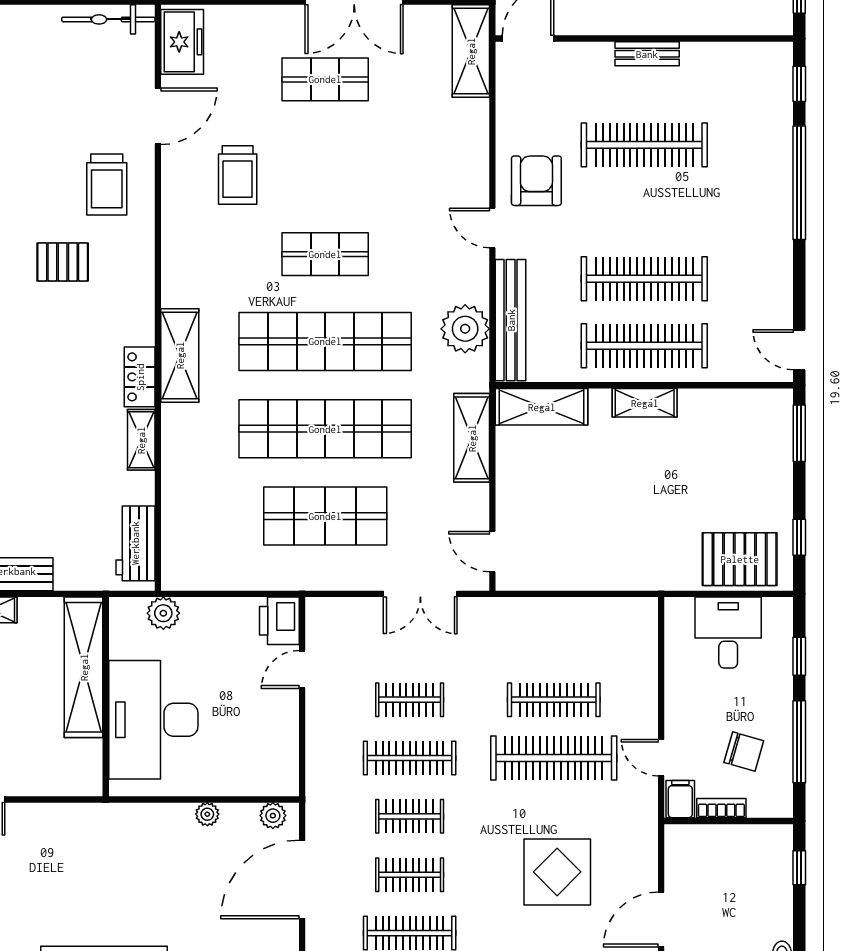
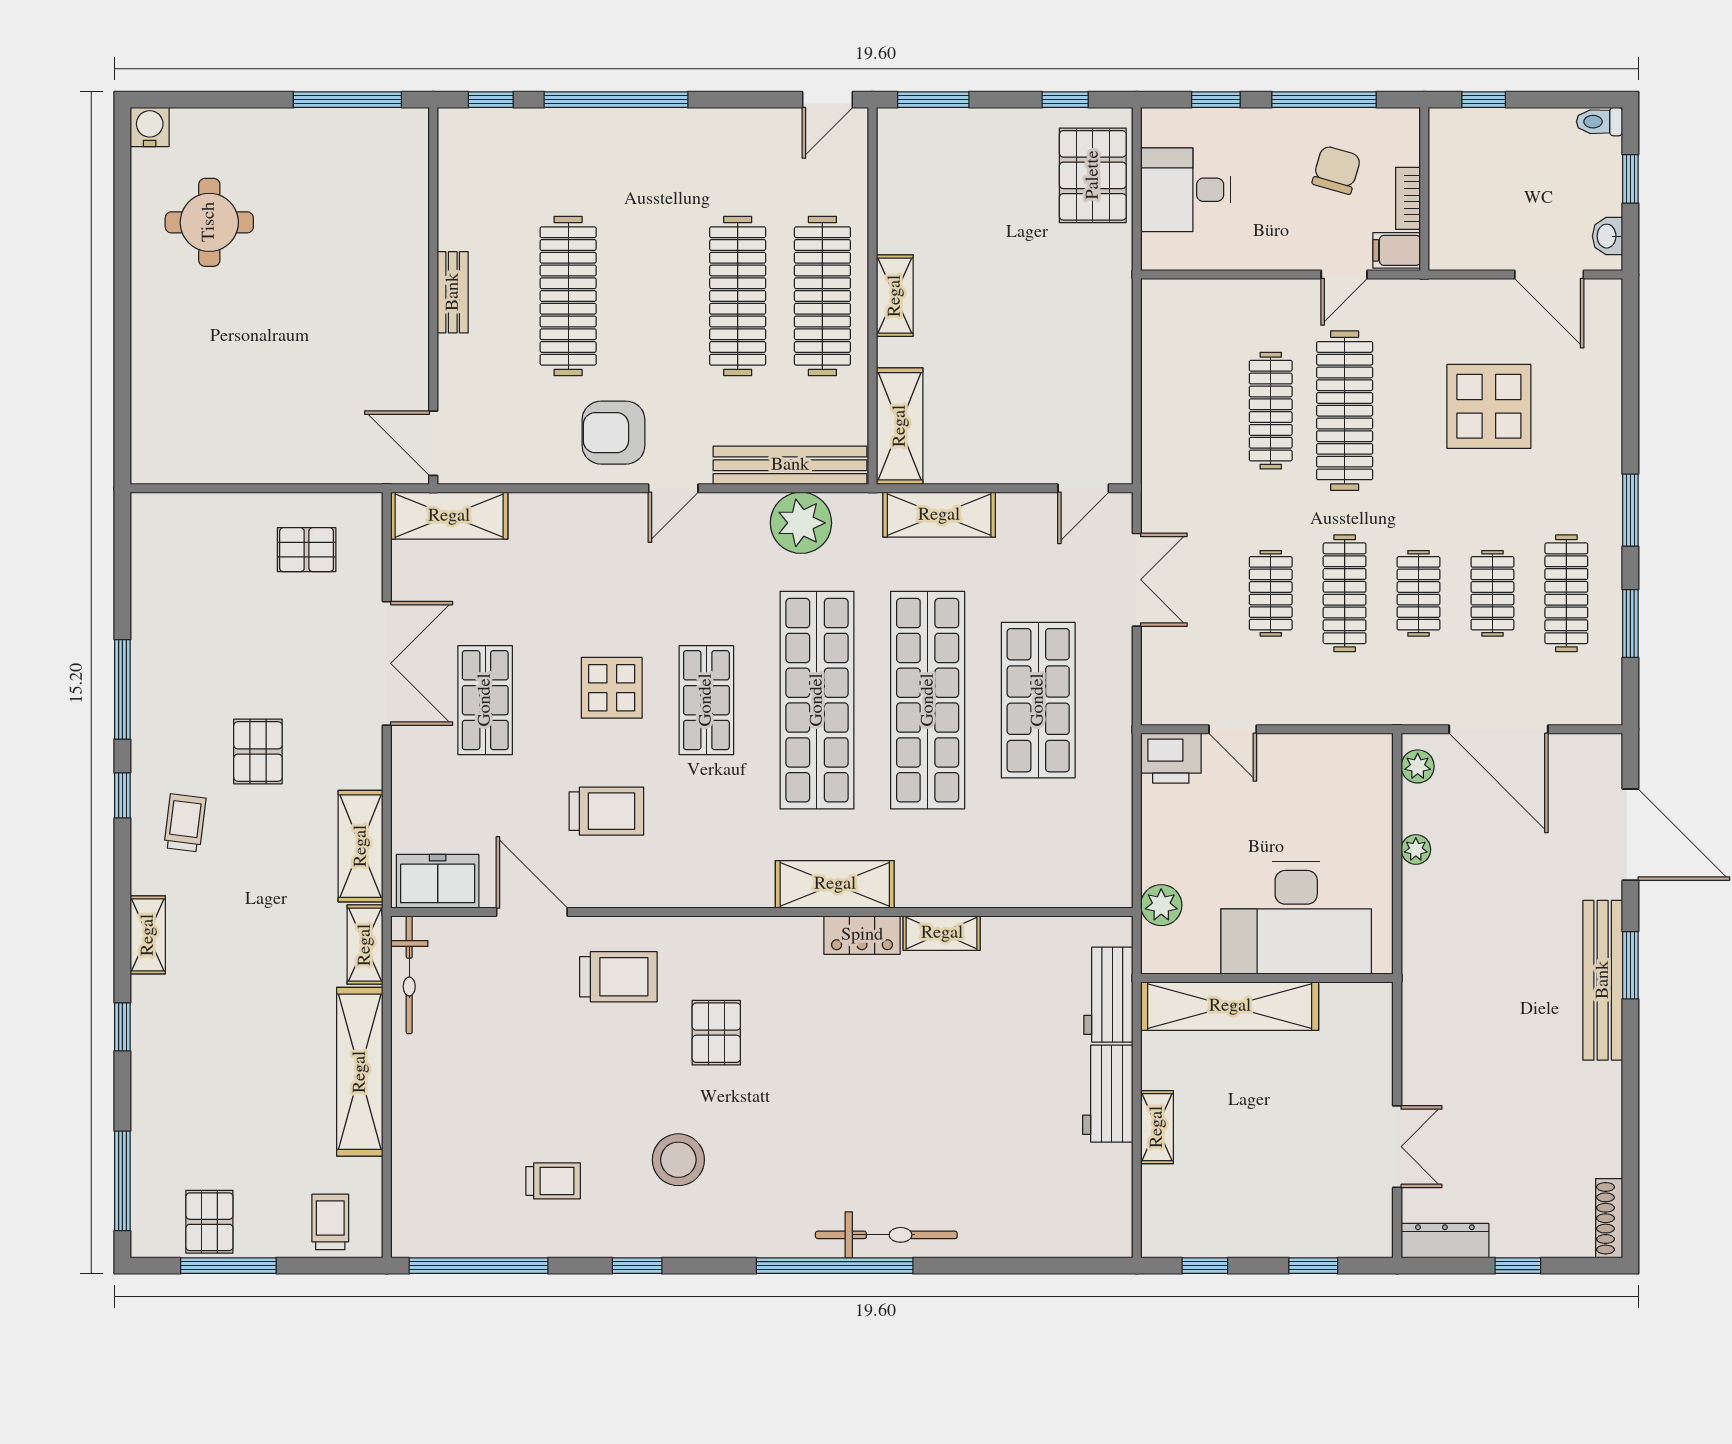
display table: (335, 179) -> (612, 688), added
workbench: (135, 543) -> (1108, 995), moved, turned 90

